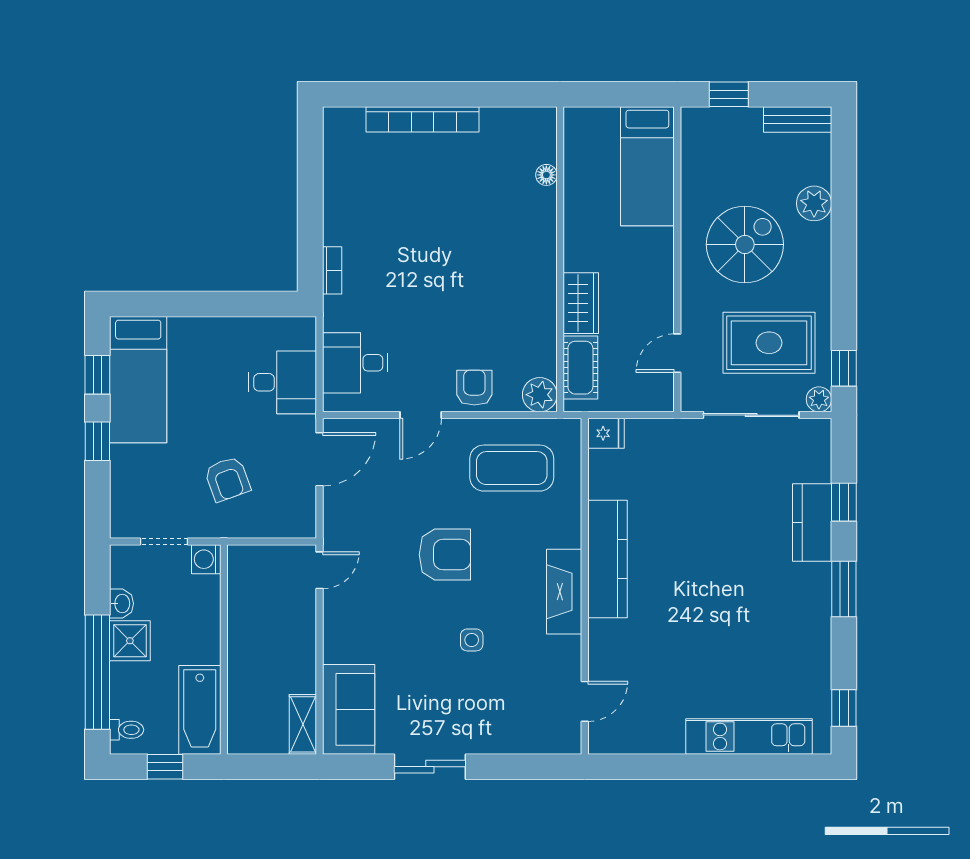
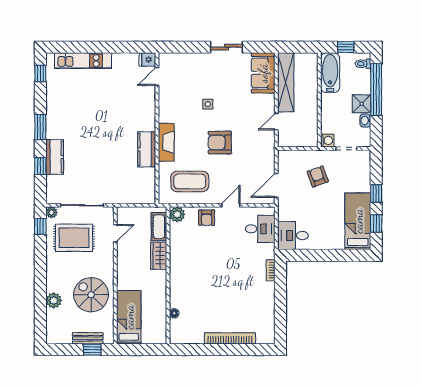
bench: (798, 119) -> (88, 338), moved
spiral stairs: (745, 244) -> (91, 295), moved, turned 90
desk: (282, 382) -> (293, 236), moved
fridge: (606, 433) -> (147, 59), moved
kitchen counter: (608, 559) -> (147, 149), width x0.67
door: (319, 570) -> (276, 122), moved
fireplace: (564, 592) -> (166, 142), moved
shelving: (303, 724) -> (286, 82), width x2.20, depth x1.33

